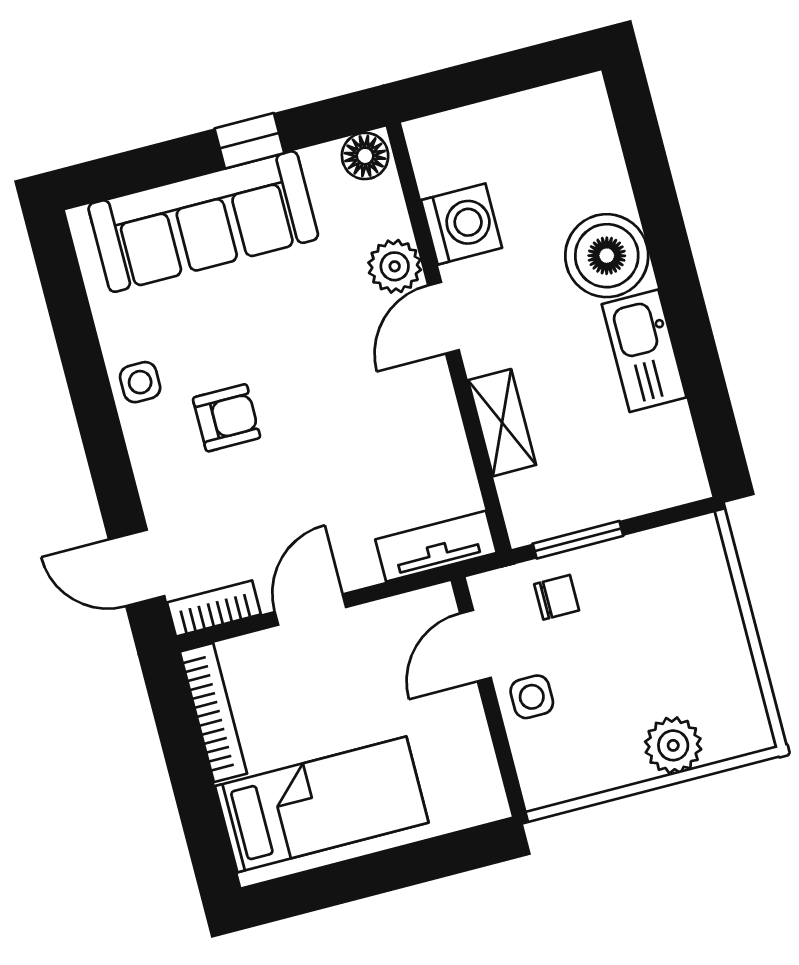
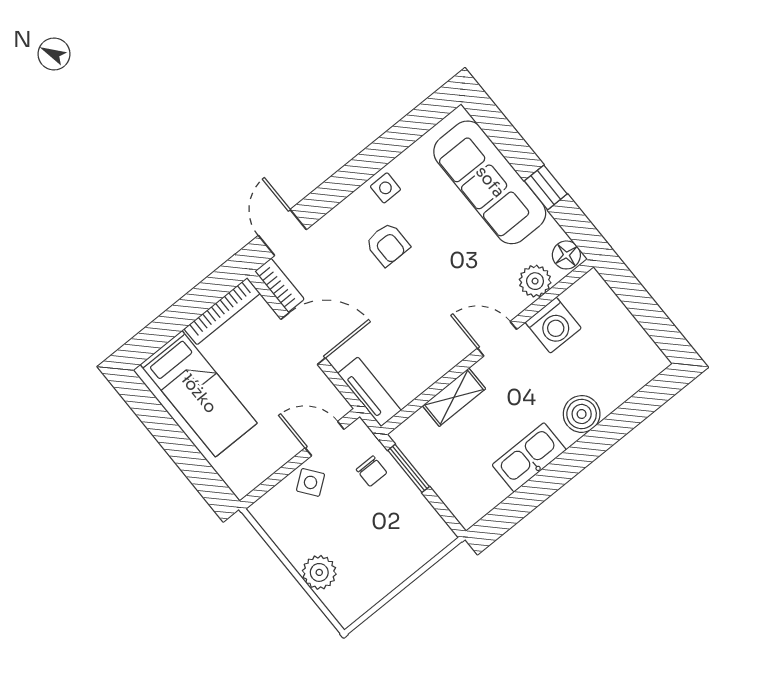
boiler: (607, 256) -> (582, 414), width x0.73, depth x0.73
plant: (395, 266) -> (535, 281), moved
door: (310, 609) -> (303, 339), width x1.37
side table: (532, 697) -> (311, 482), turned -37

